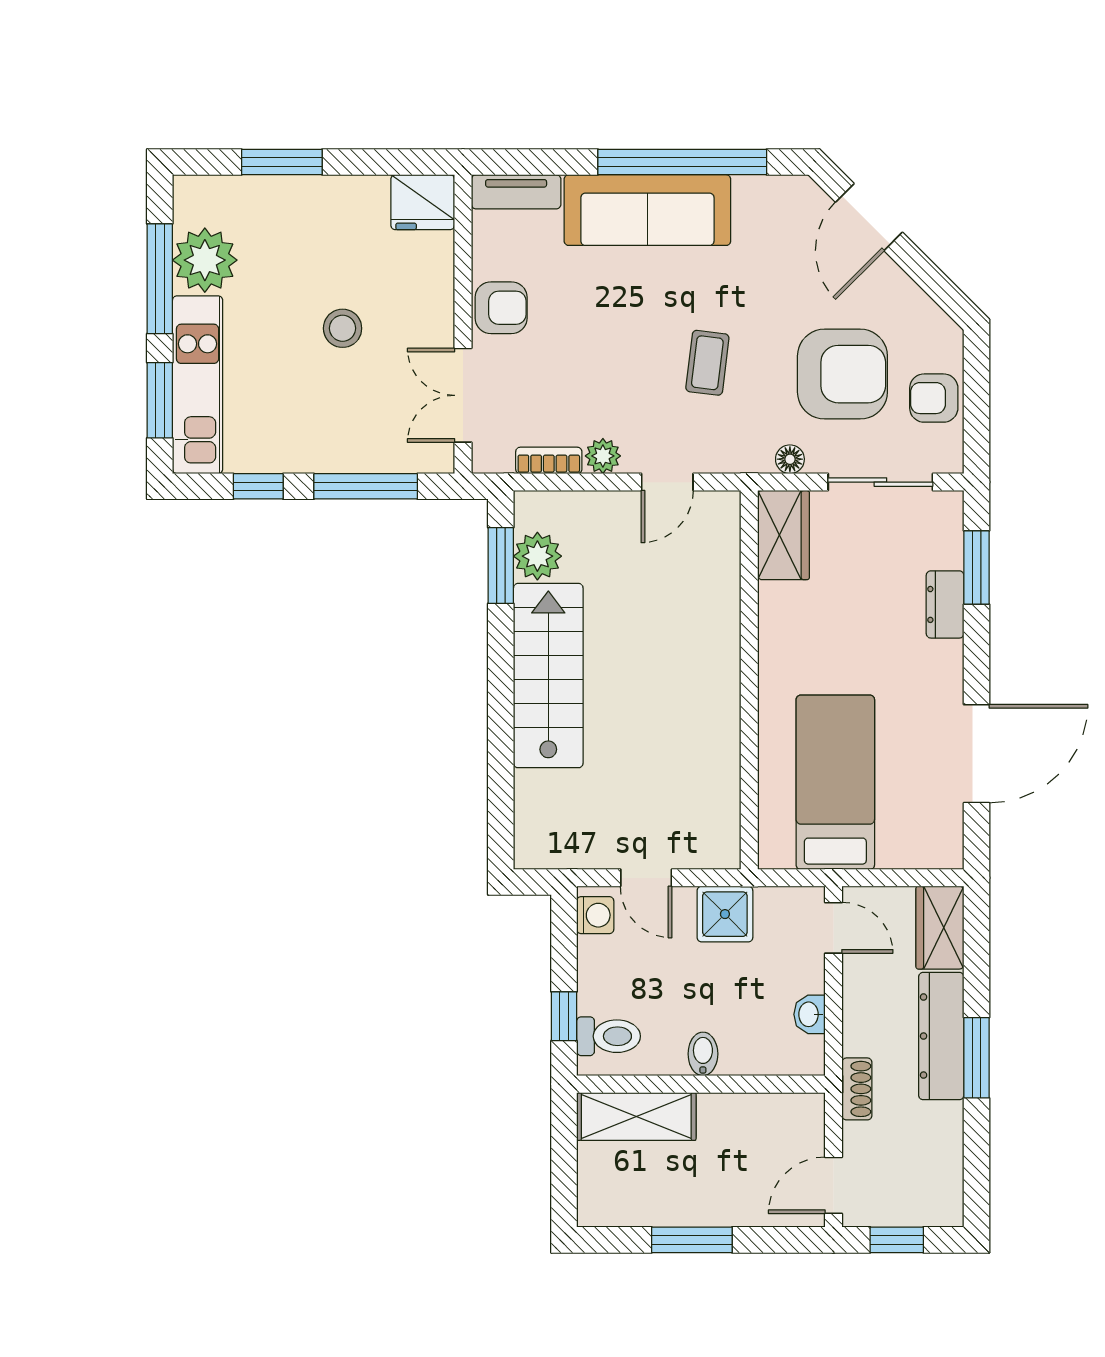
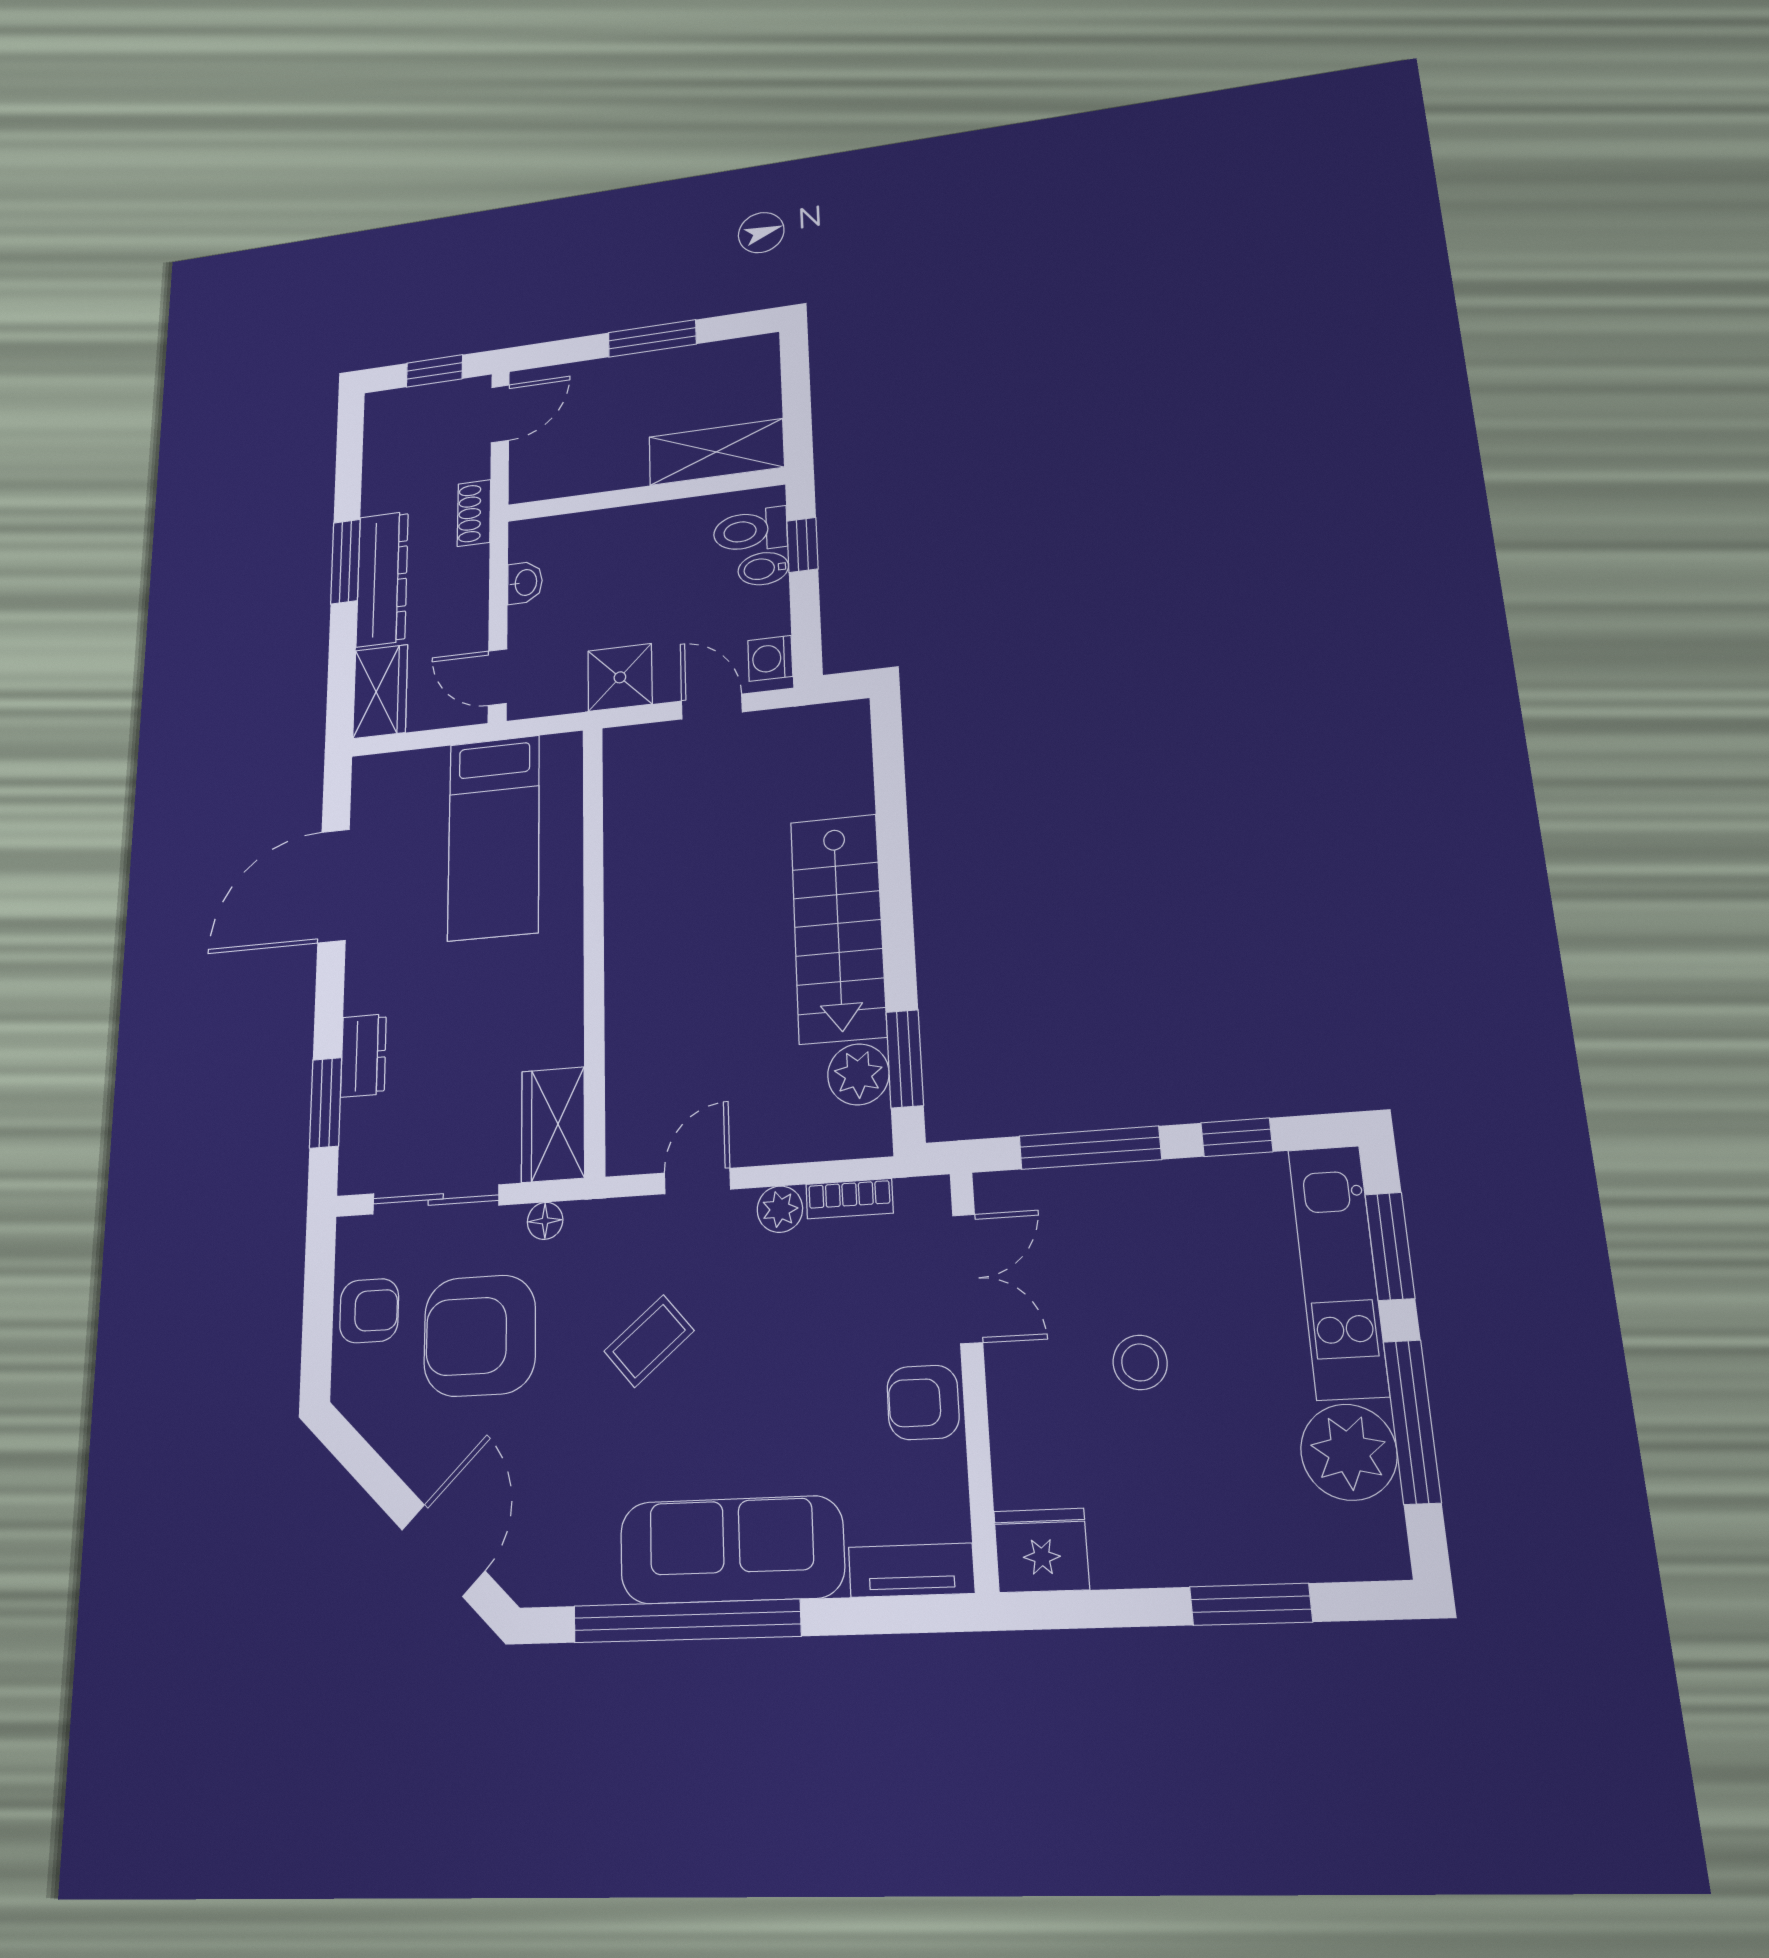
coffee table: (707, 363) -> (649, 1341), turned 43
bidet: (703, 1054) -> (763, 569), moved, turned 90

